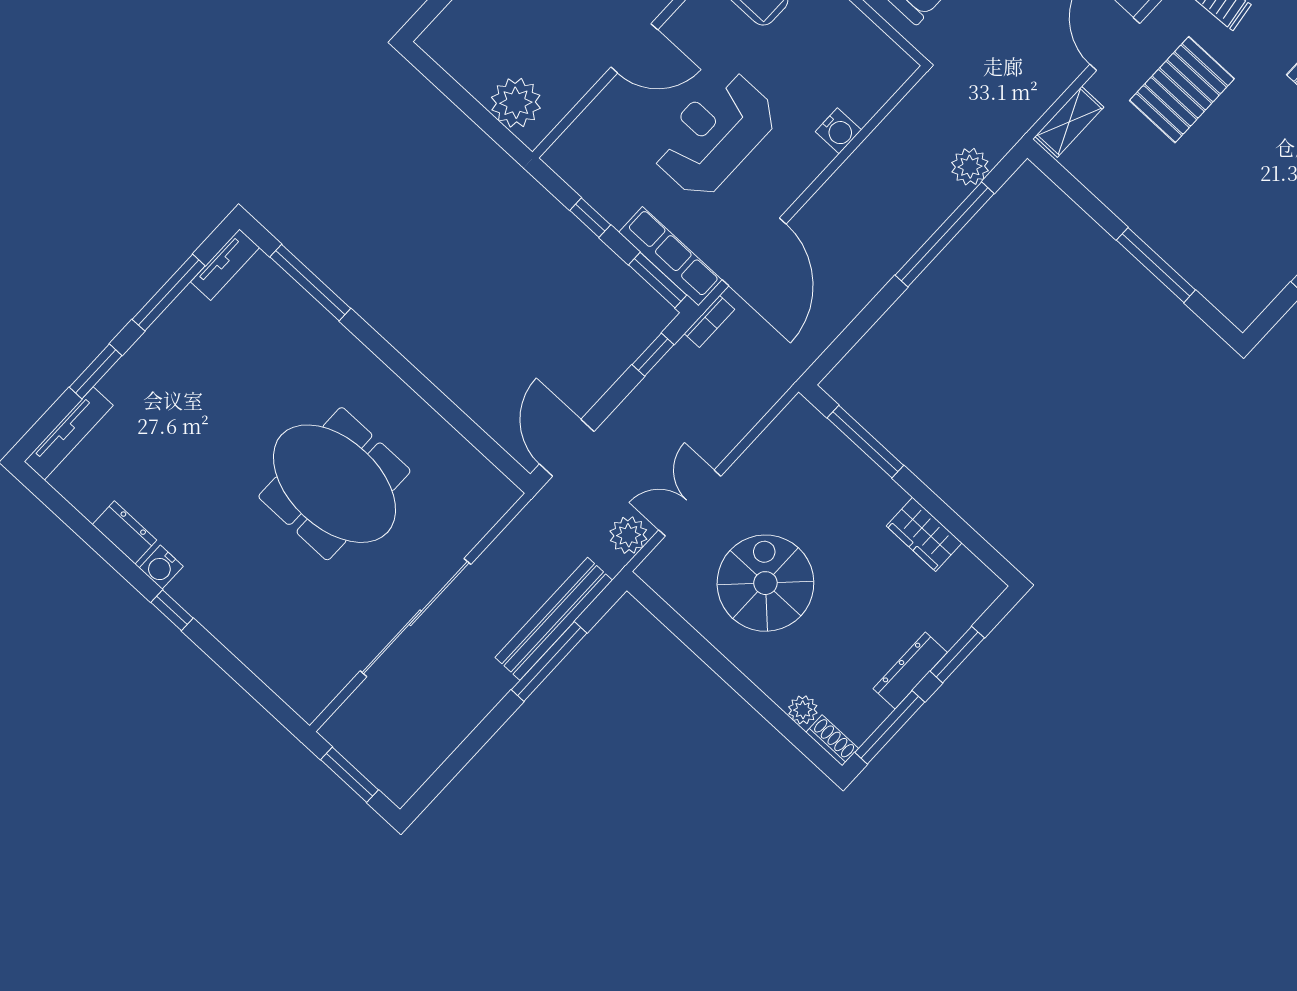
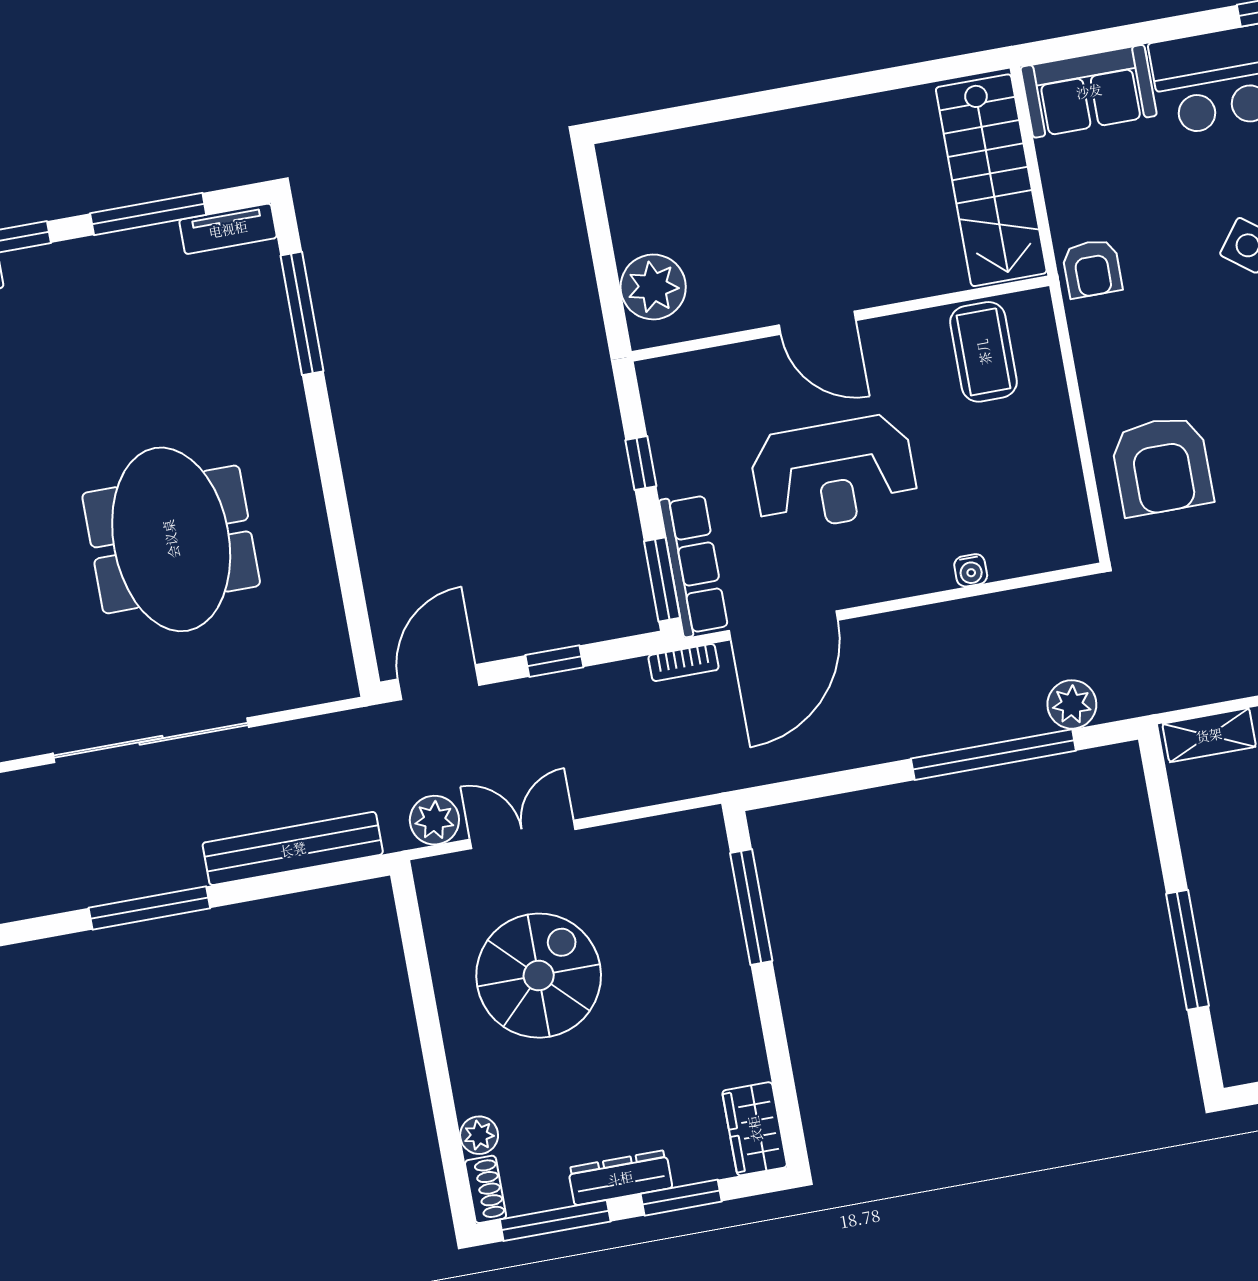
water cooler: (838, 131) -> (971, 570), width x0.72, depth x0.72
reception desk: (715, 134) -> (834, 473), turned 180
window: (653, 355) -> (554, 661), moved
wardrobe: (924, 534) -> (755, 1129), moved
window: (549, 661) -> (149, 908), moved

